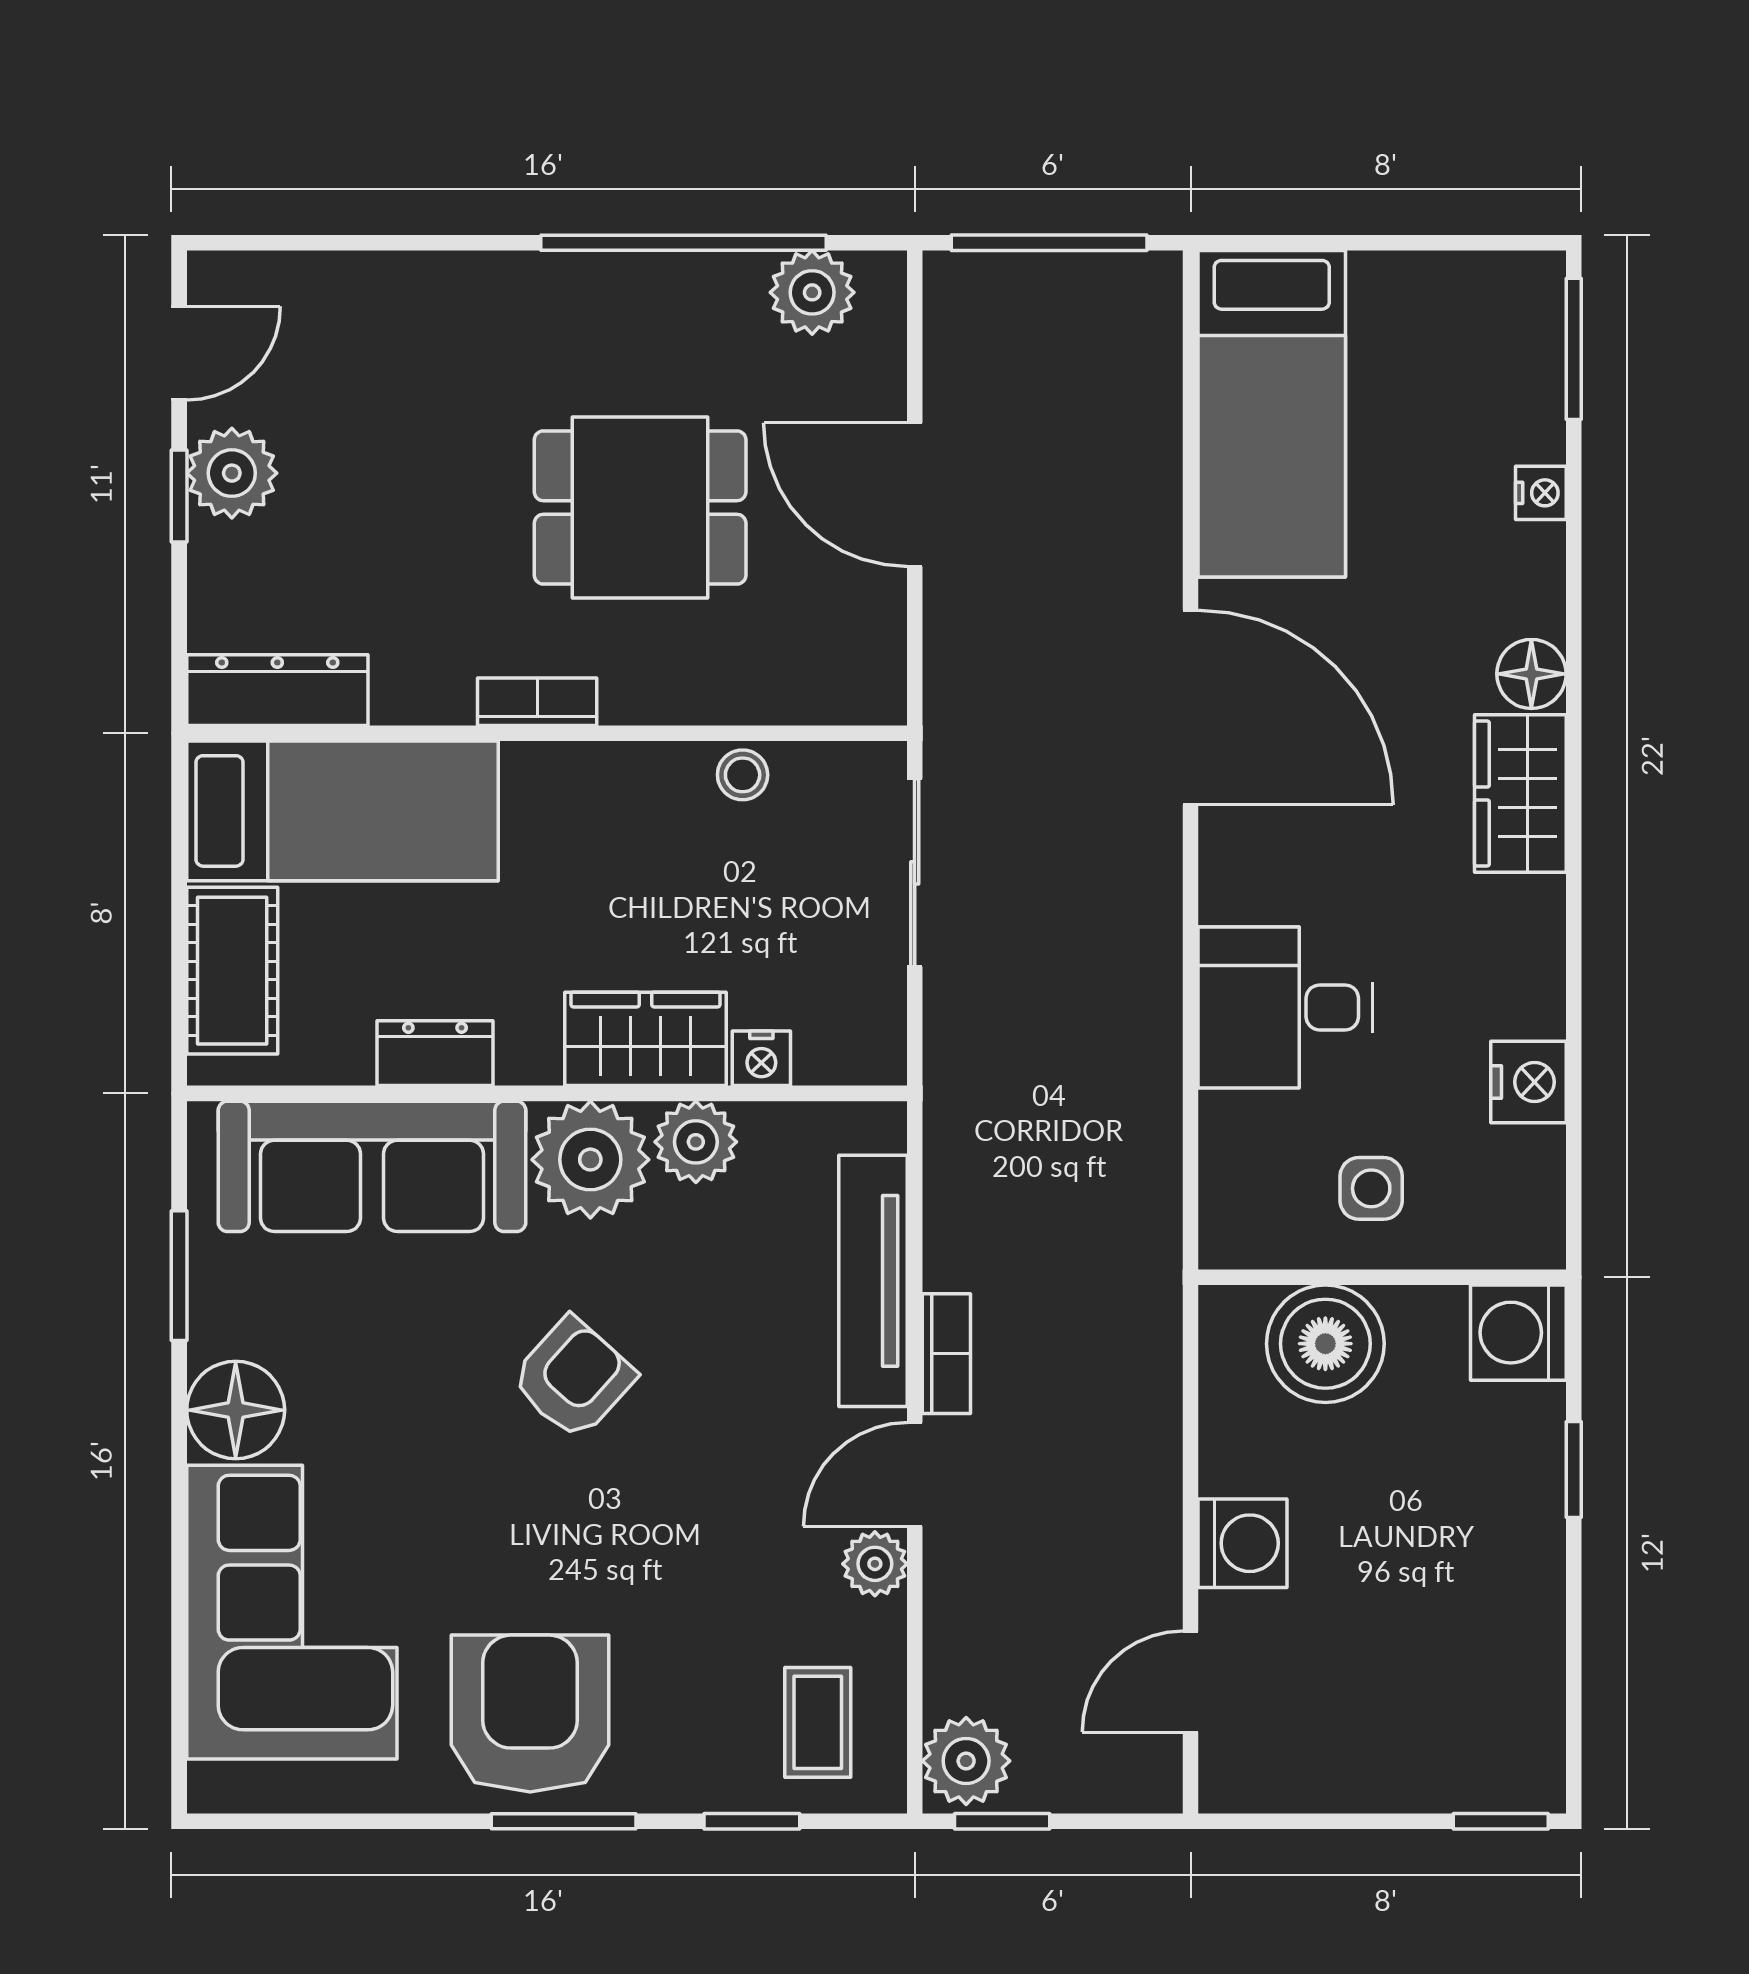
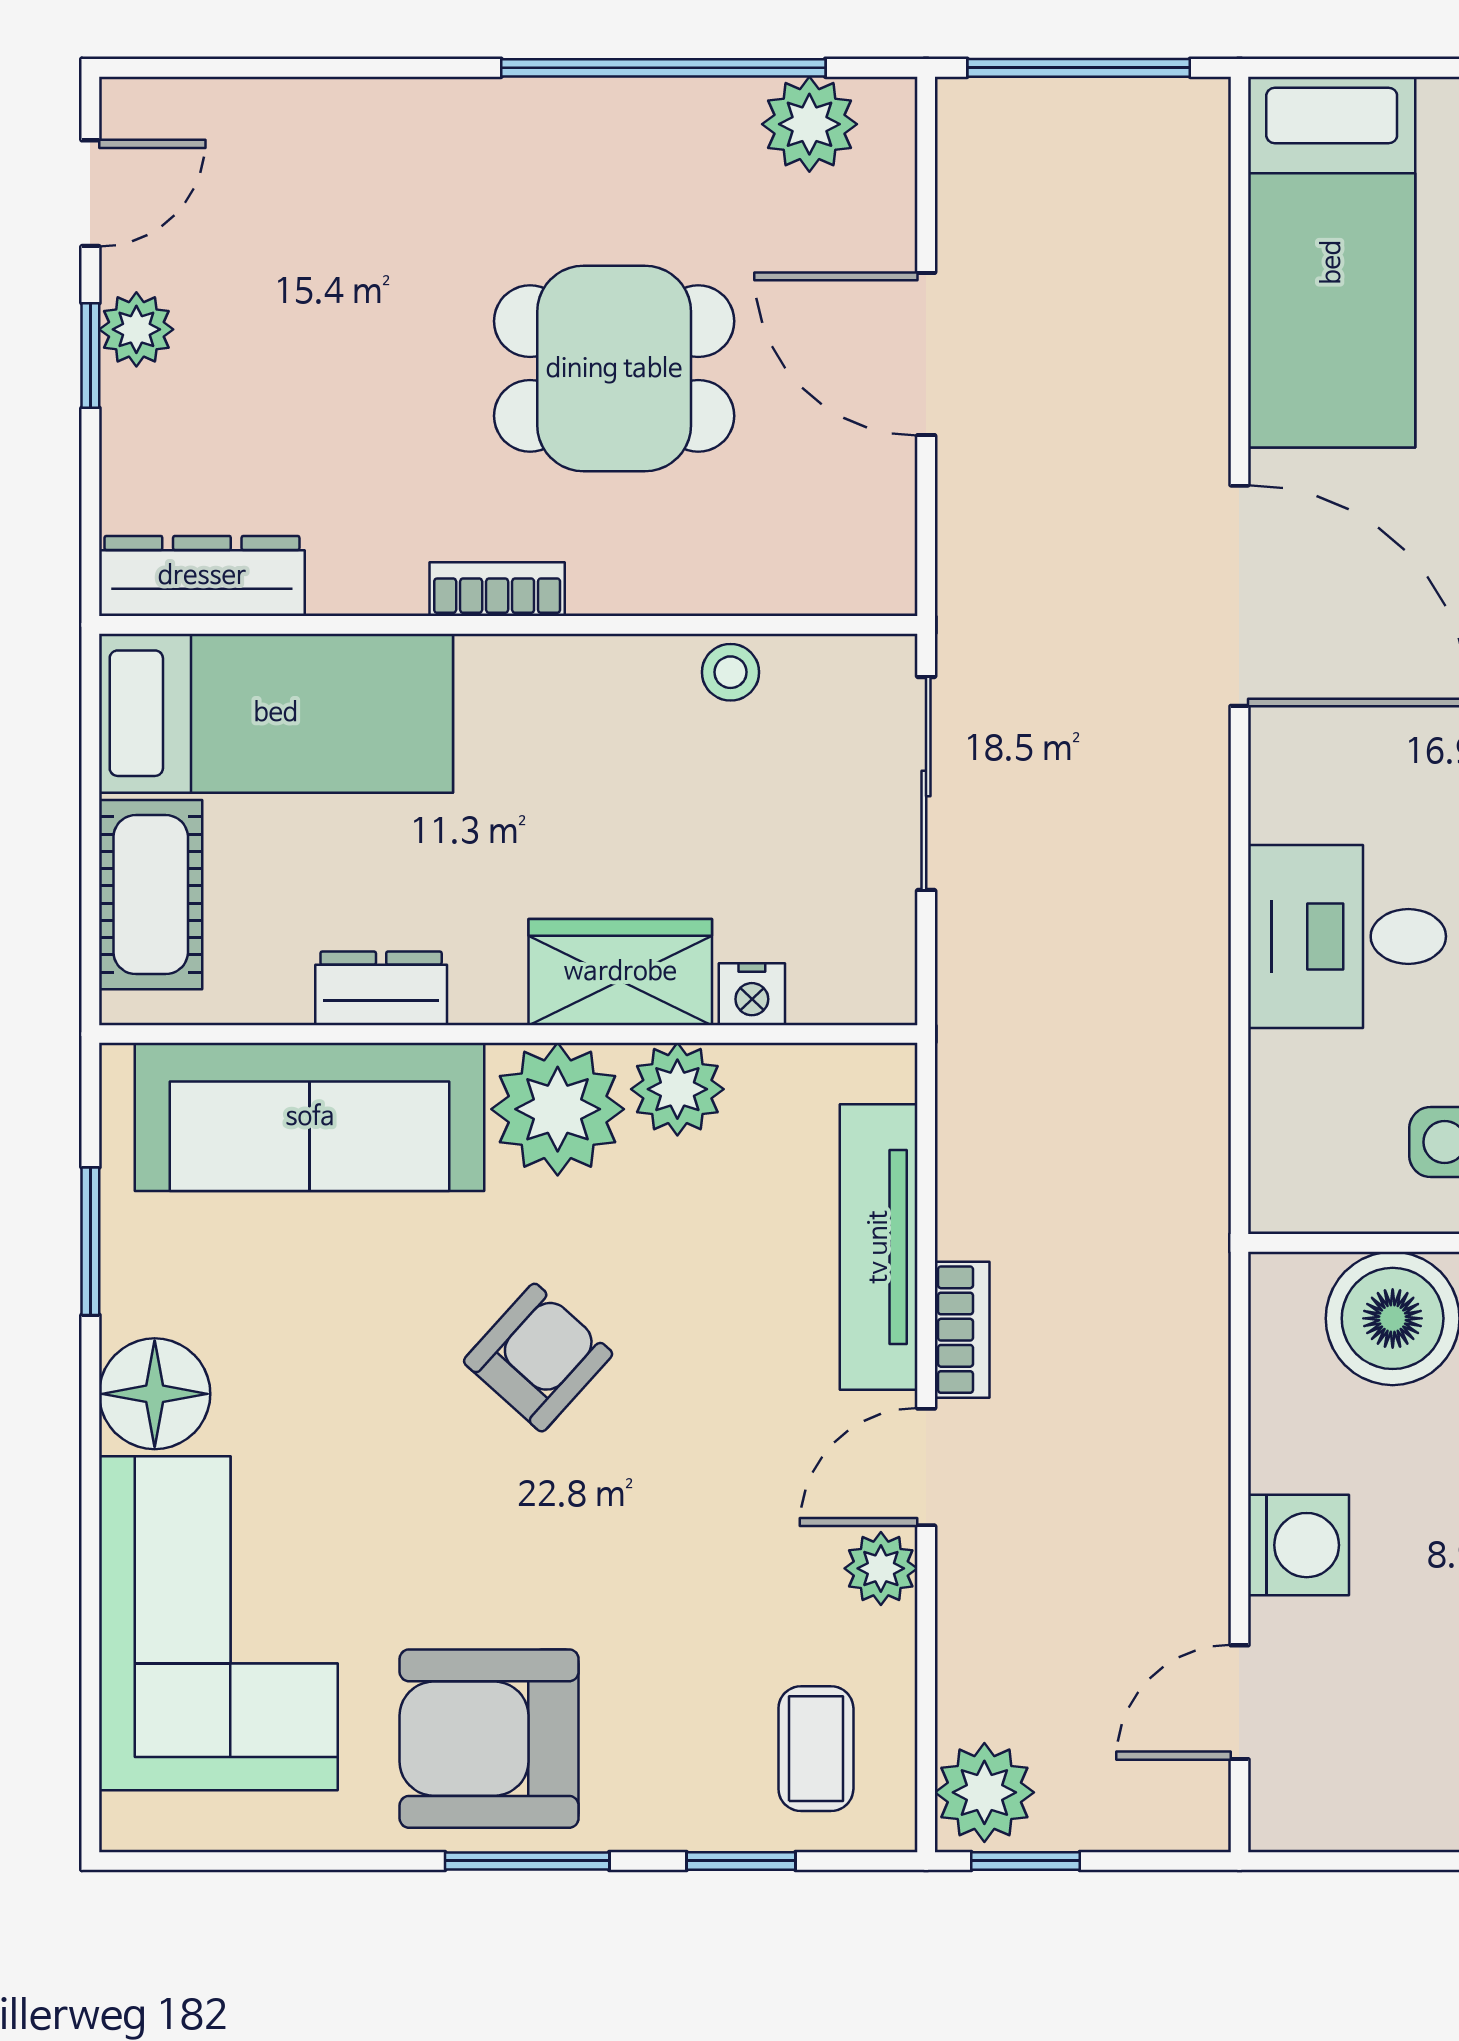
plant: (232, 473) -> (136, 329), width x0.73, depth x0.73
armchair: (530, 1714) -> (489, 1739), turned -90

